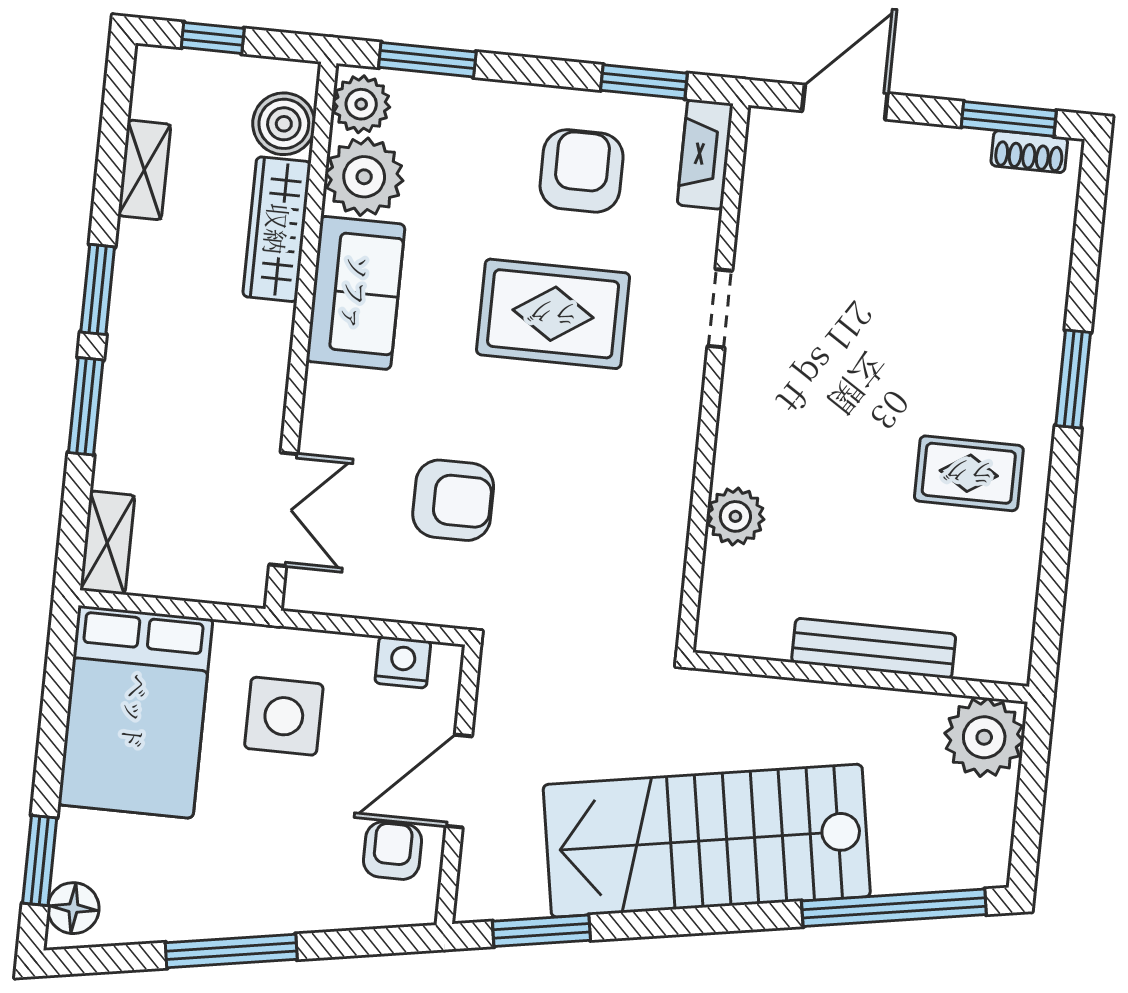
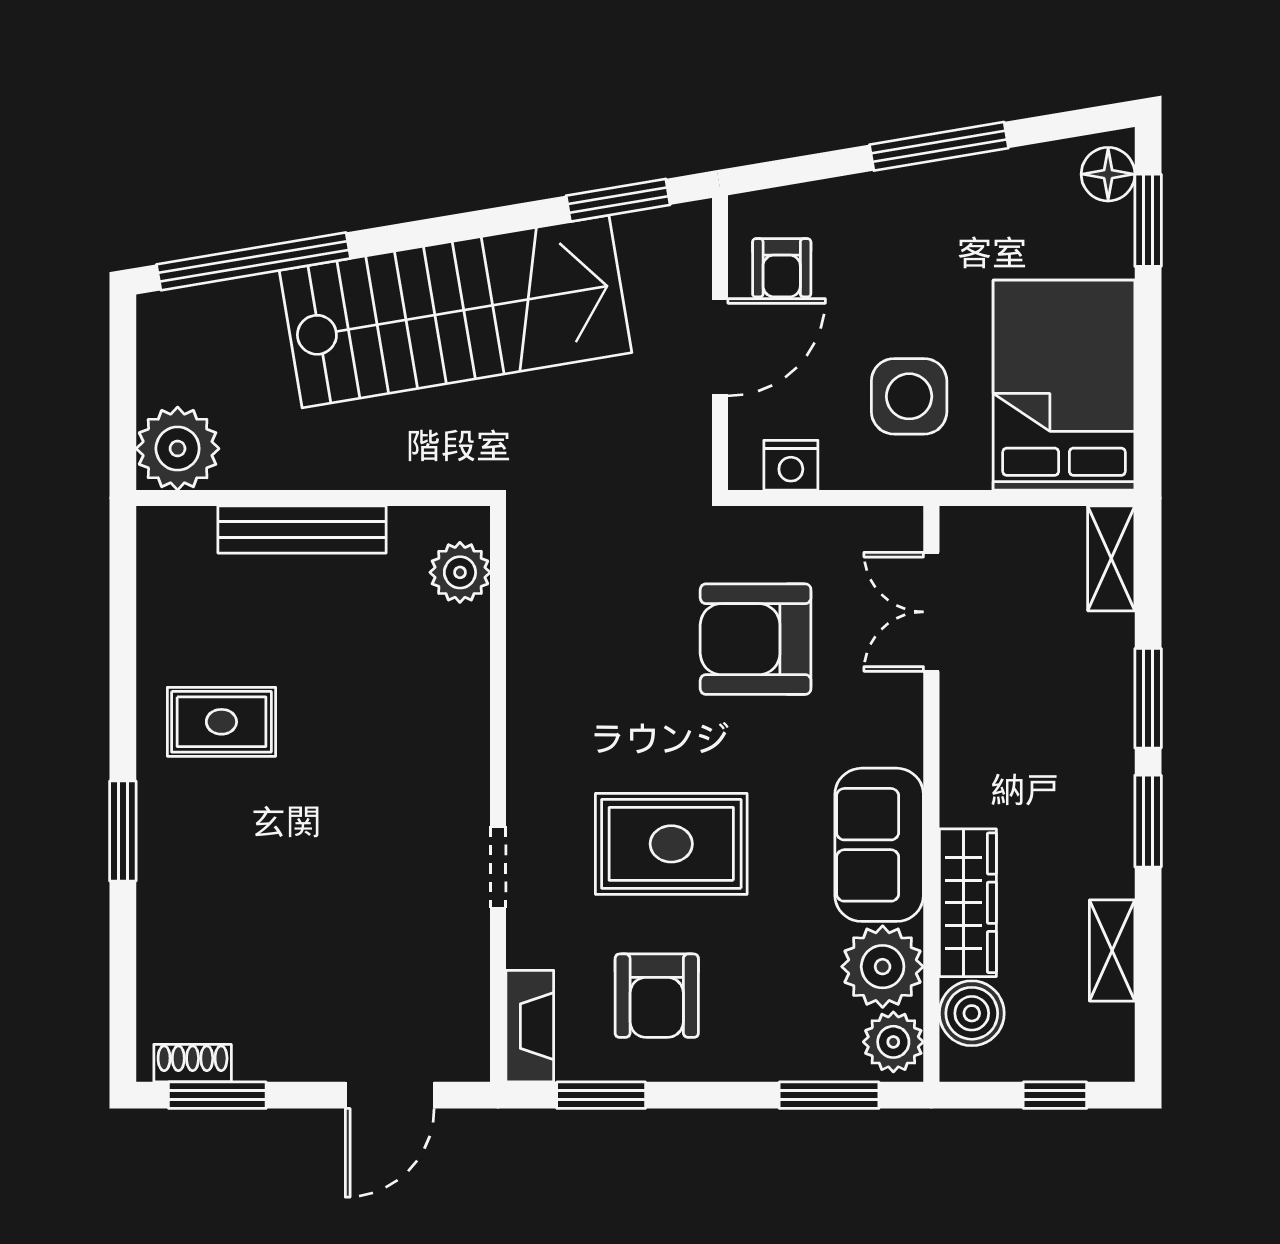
armchair: (453, 500) -> (756, 639), width x1.36, depth x1.36
plant: (735, 516) -> (460, 572), moved

